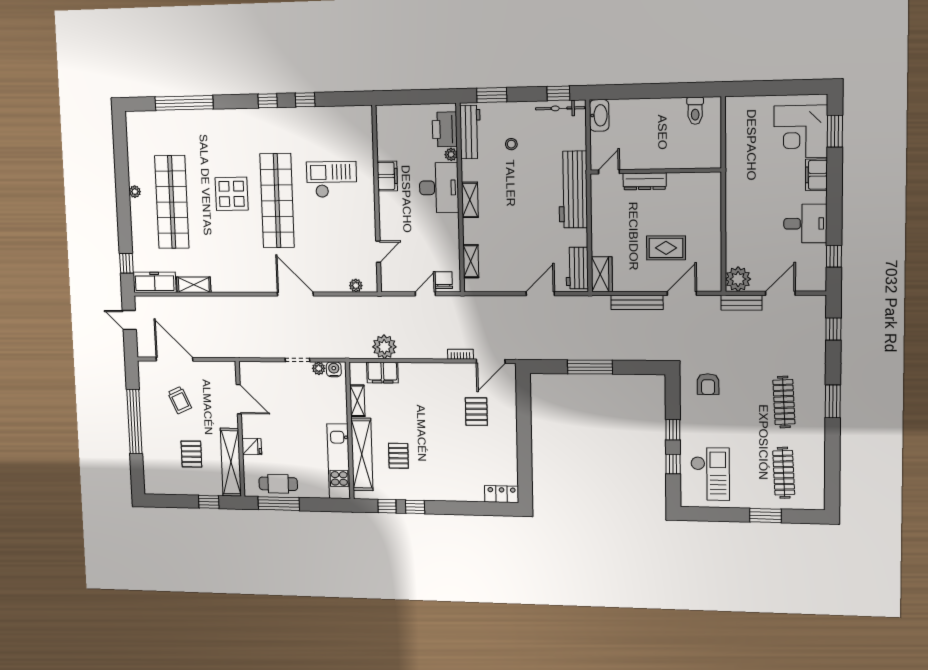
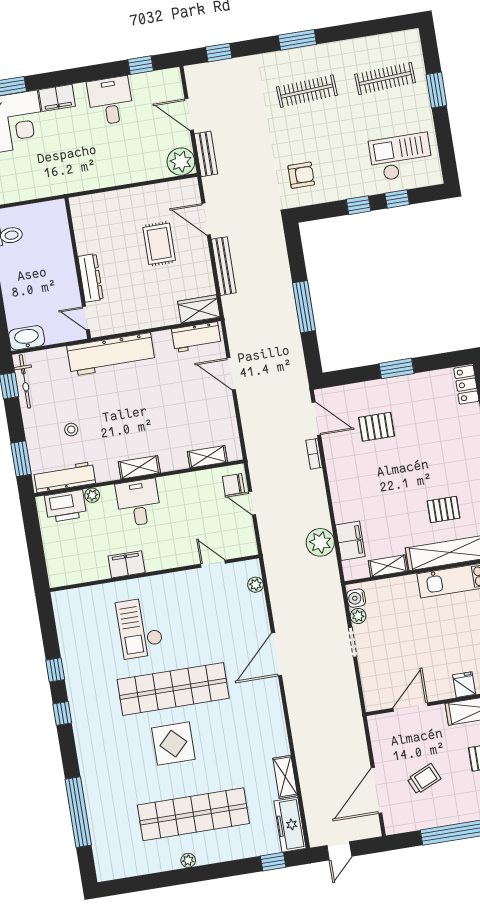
desk: (439, 188) -> (138, 503), width x0.73
window: (524, 437) -> (396, 368), added

